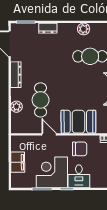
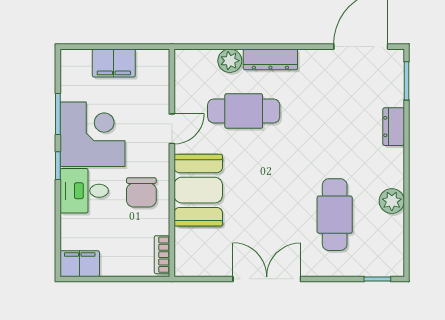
dresser: (16, 75) -> (270, 59), moved

